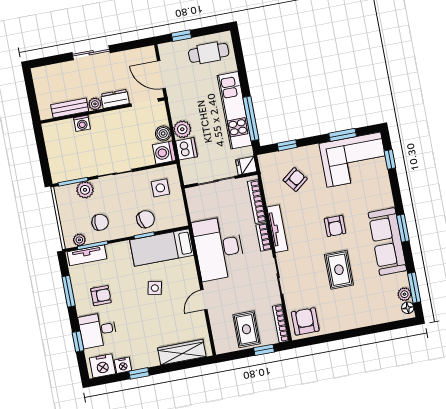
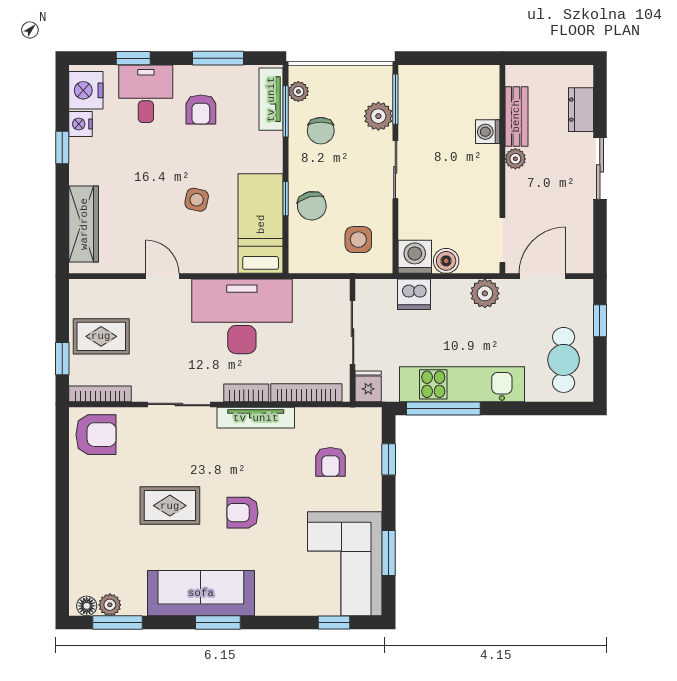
dresser: (115, 99) -> (581, 110), moved, turned 180
plant: (182, 129) -> (485, 293), moved
armchair: (295, 179) -> (330, 462), turned 38

